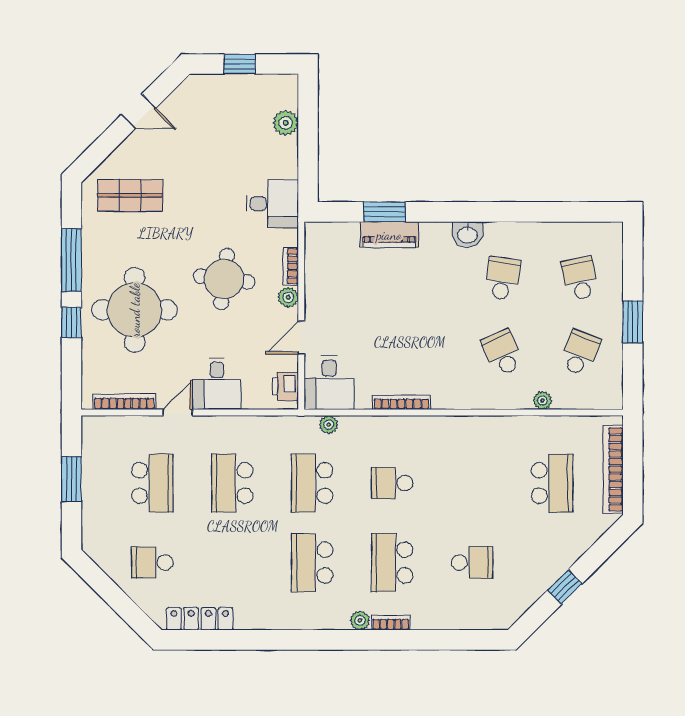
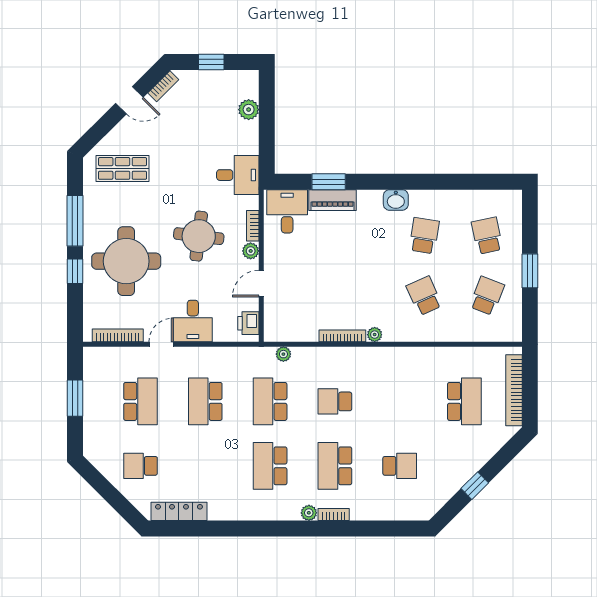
bookcase: (180, 94) -> (163, 86), added
desk: (329, 383) -> (287, 211), moved, turned 180
plant: (542, 400) -> (375, 335), moved

